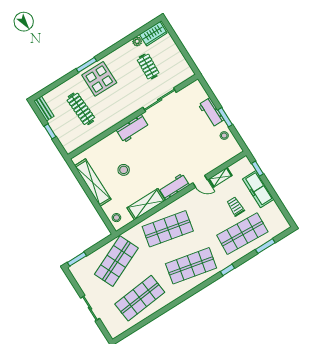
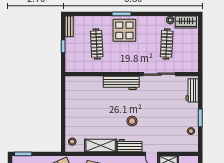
clothes rail: (148, 67) -> (167, 44), width x1.36
workbench: (211, 112) -> (192, 90), moved
workbench: (133, 129) -> (121, 83), width x1.38
stool: (124, 170) -> (132, 121), moved
shelving: (93, 183) -> (71, 104), removed

